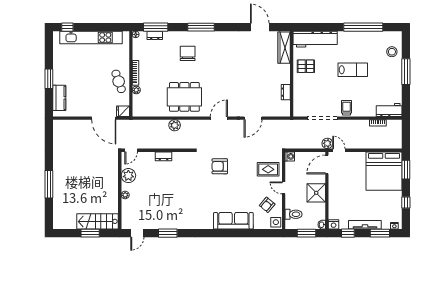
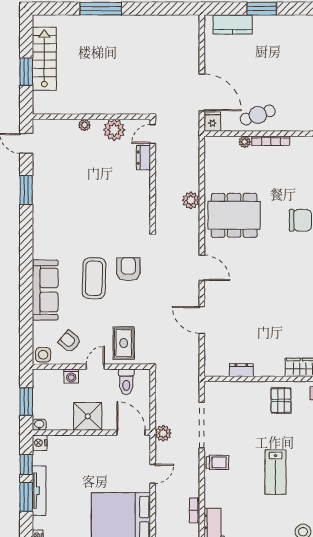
dining table: (184, 97) -> (234, 215), turned 90
door: (104, 118) -> (202, 92), swing flipped
door: (131, 150) -> (153, 134), hinge flipped
door: (339, 150) -> (153, 474), moved
dresser: (163, 156) -> (143, 158), moved
washing machine: (290, 156) -> (71, 376), moved
coffee table: (226, 189) -> (94, 278), added
toilet: (294, 214) -> (126, 382), moved
stairs: (98, 221) -> (44, 59), moved
window: (380, 233) -> (26, 497), moved

